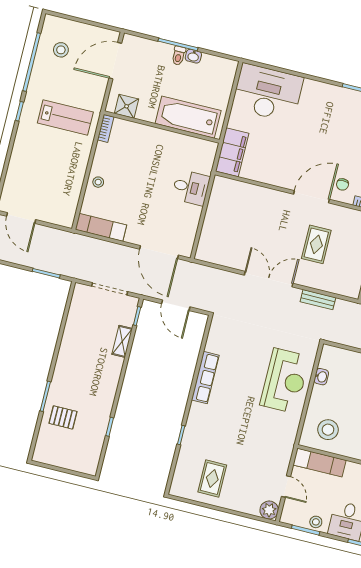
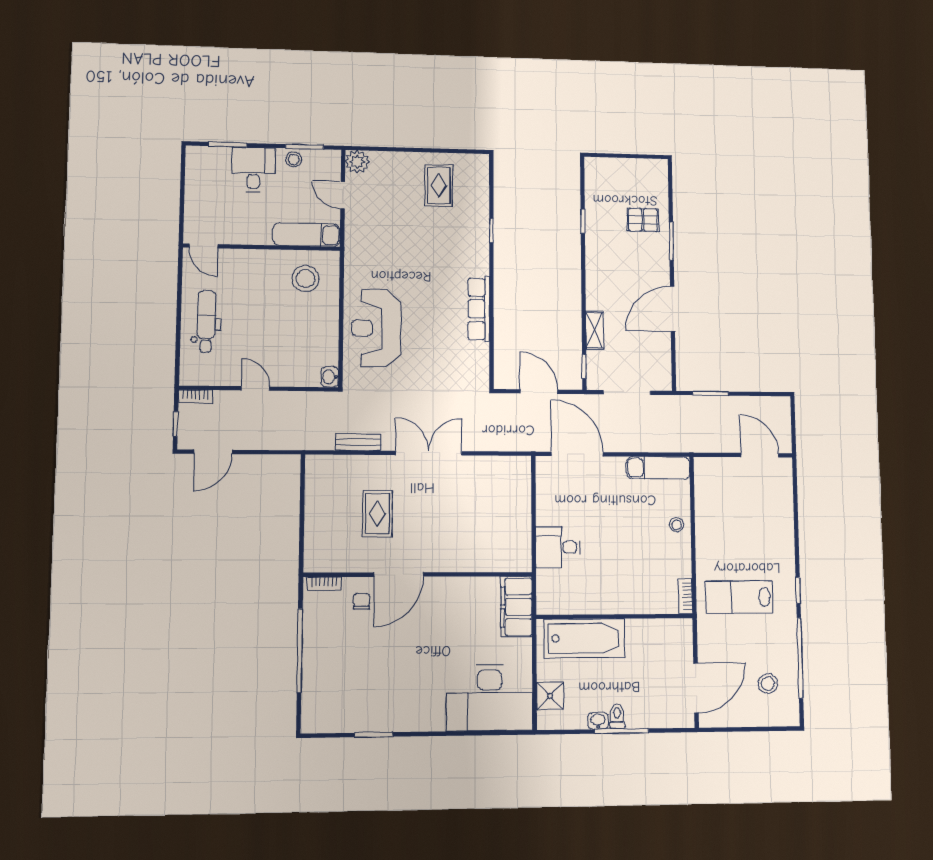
shower: (127, 106) -> (550, 696), moved
double door: (269, 279) -> (429, 453), swing flipped
door: (58, 344) -> (673, 309), added
washbasin: (321, 377) -> (330, 377), moved

